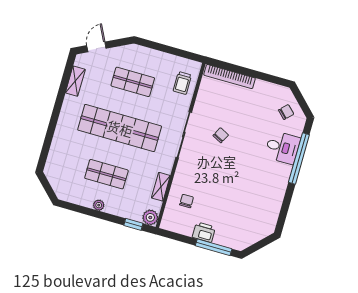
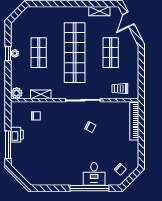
door: (96, 47) -> (128, 19), swing flipped
window: (133, 224) -> (8, 54), moved

